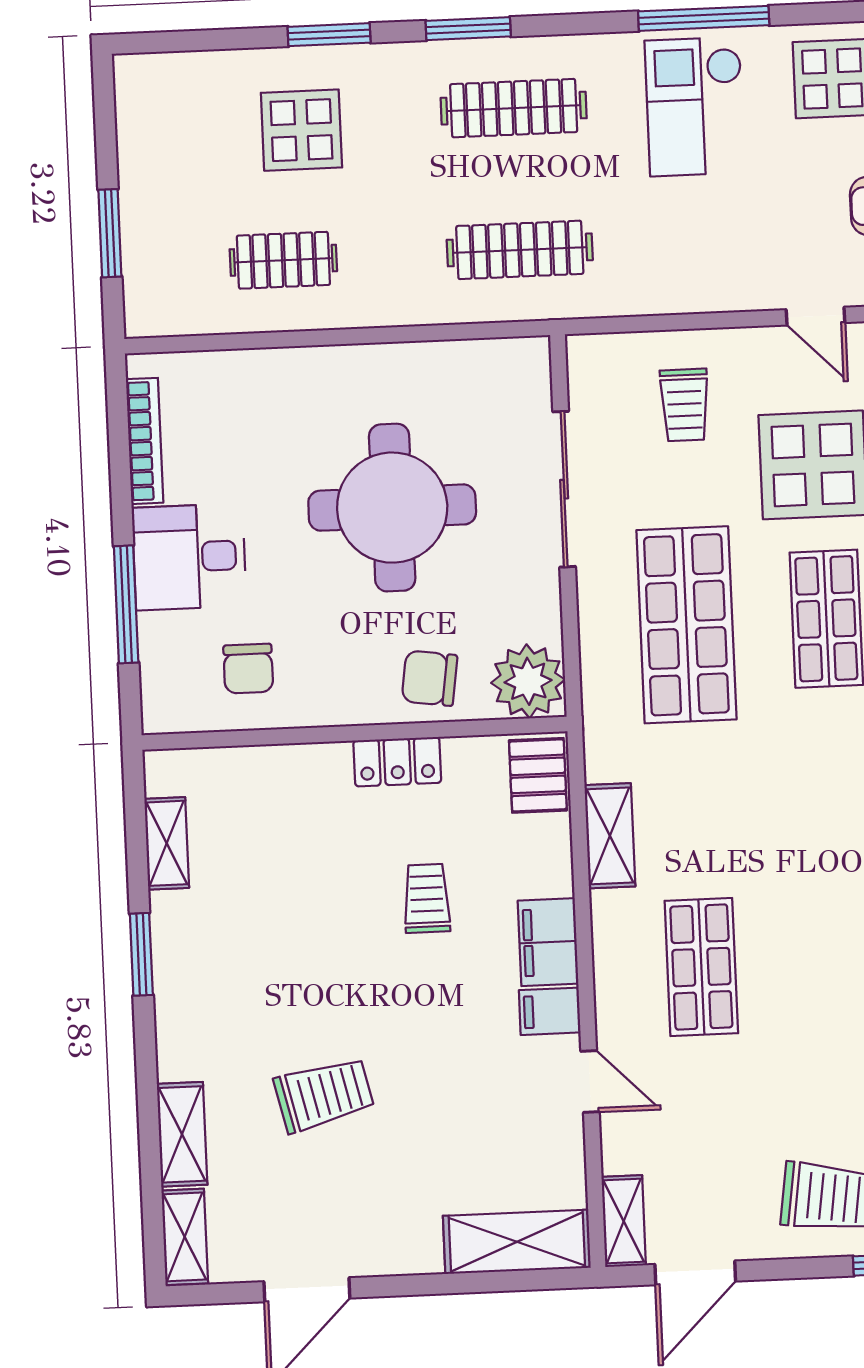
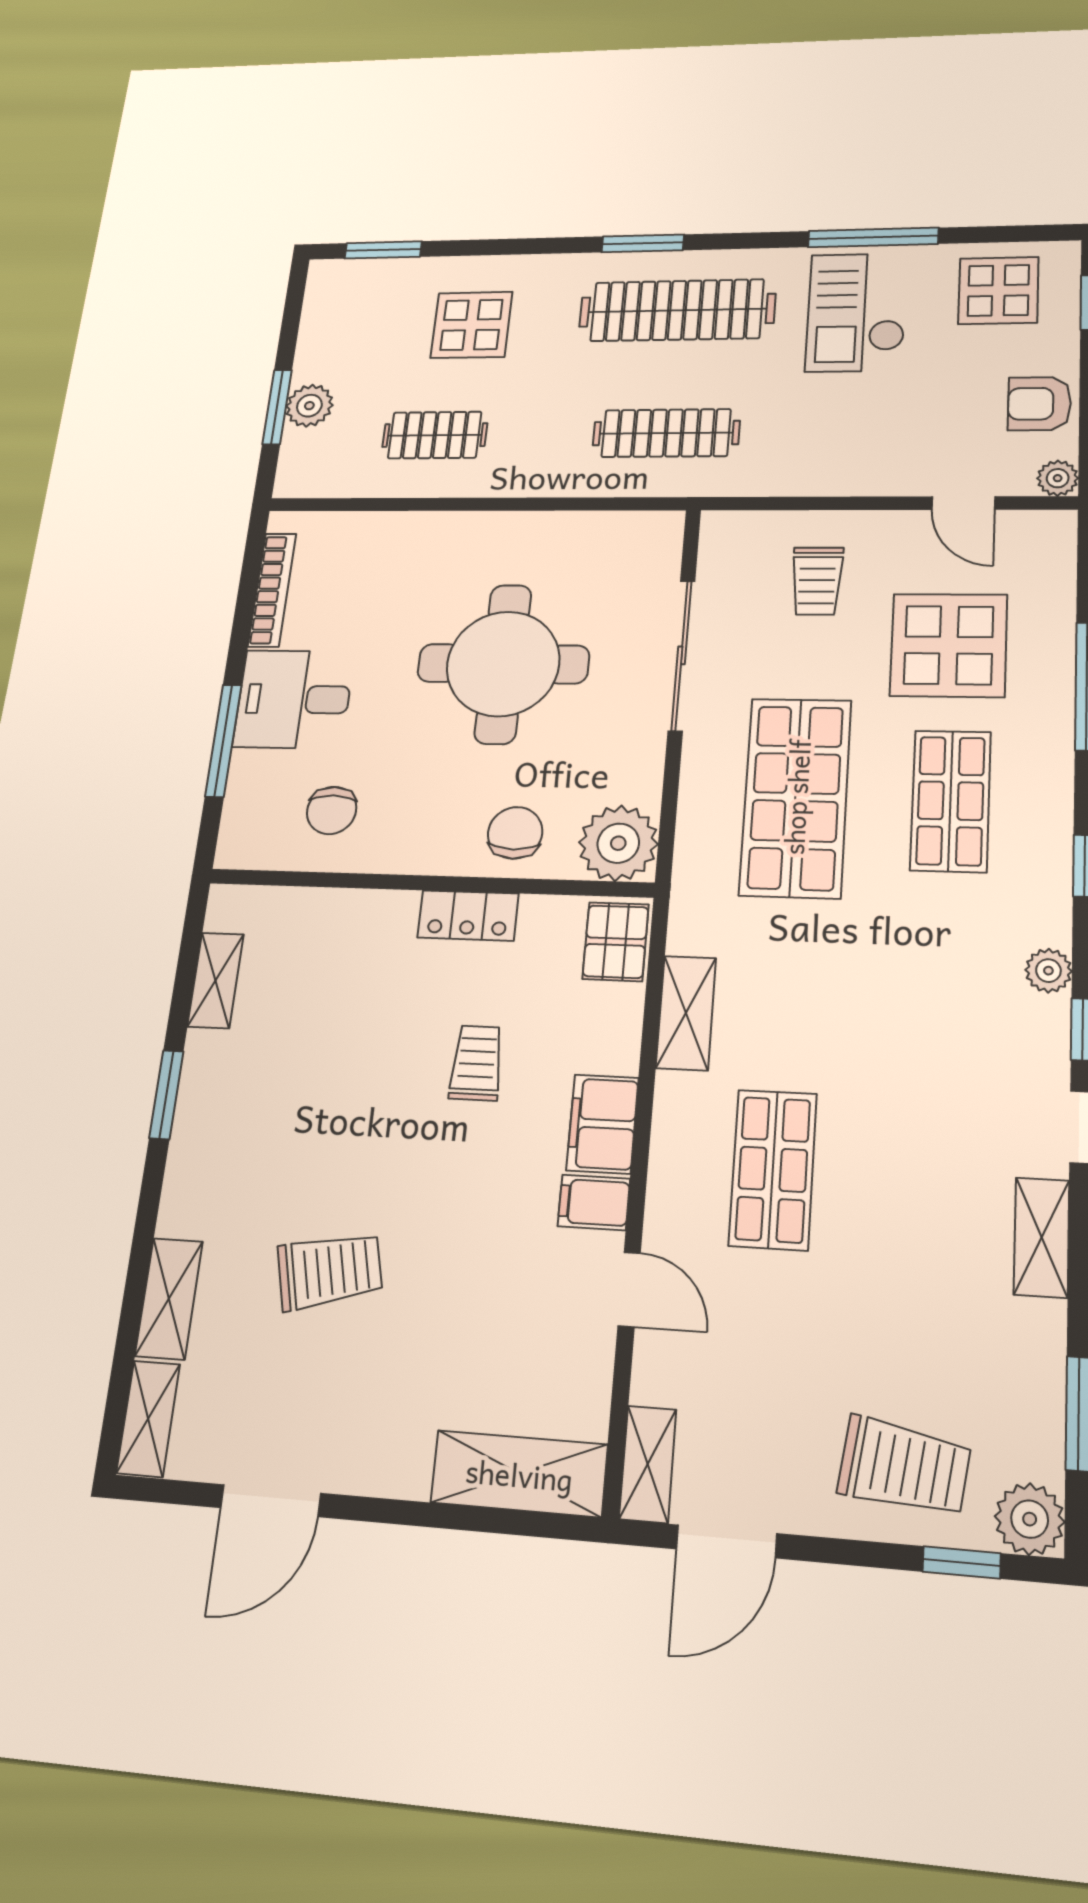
window: (329, 35) -> (383, 250), moved
clothes rail: (514, 108) -> (677, 310), width x1.37, depth x1.31
plant: (145, 230) -> (309, 406), added
chair: (430, 678) -> (515, 833), turned 82

